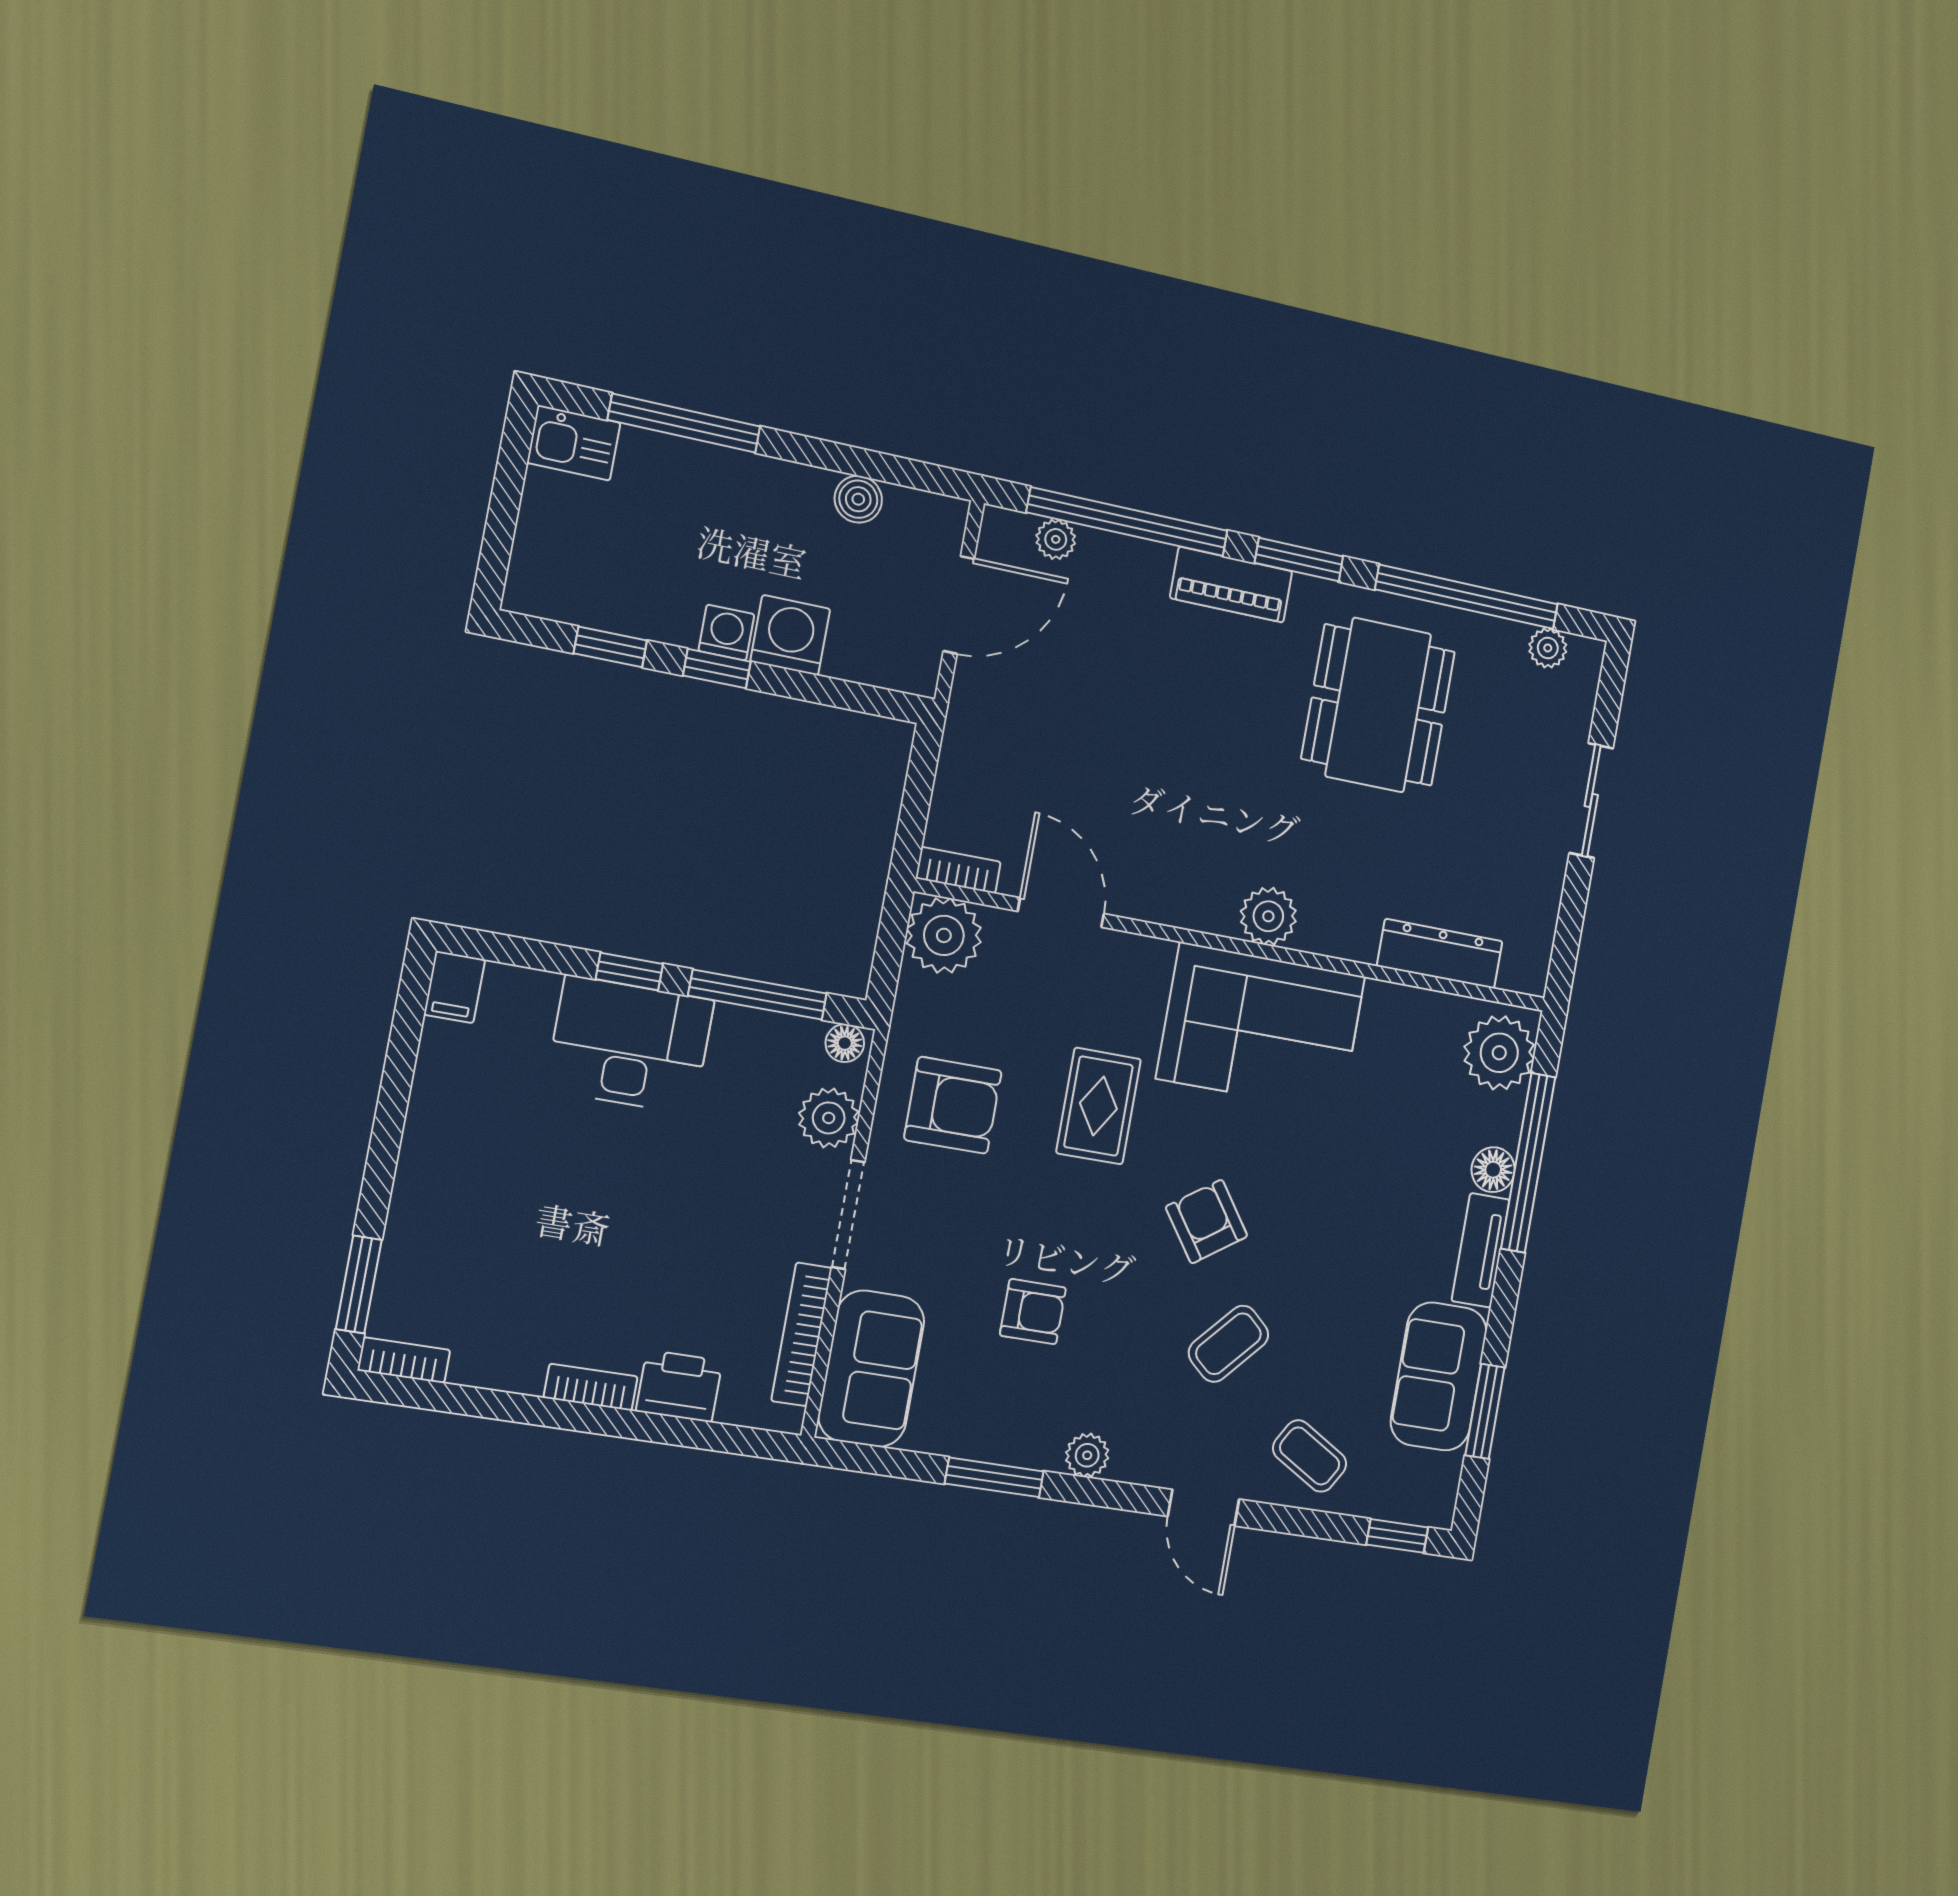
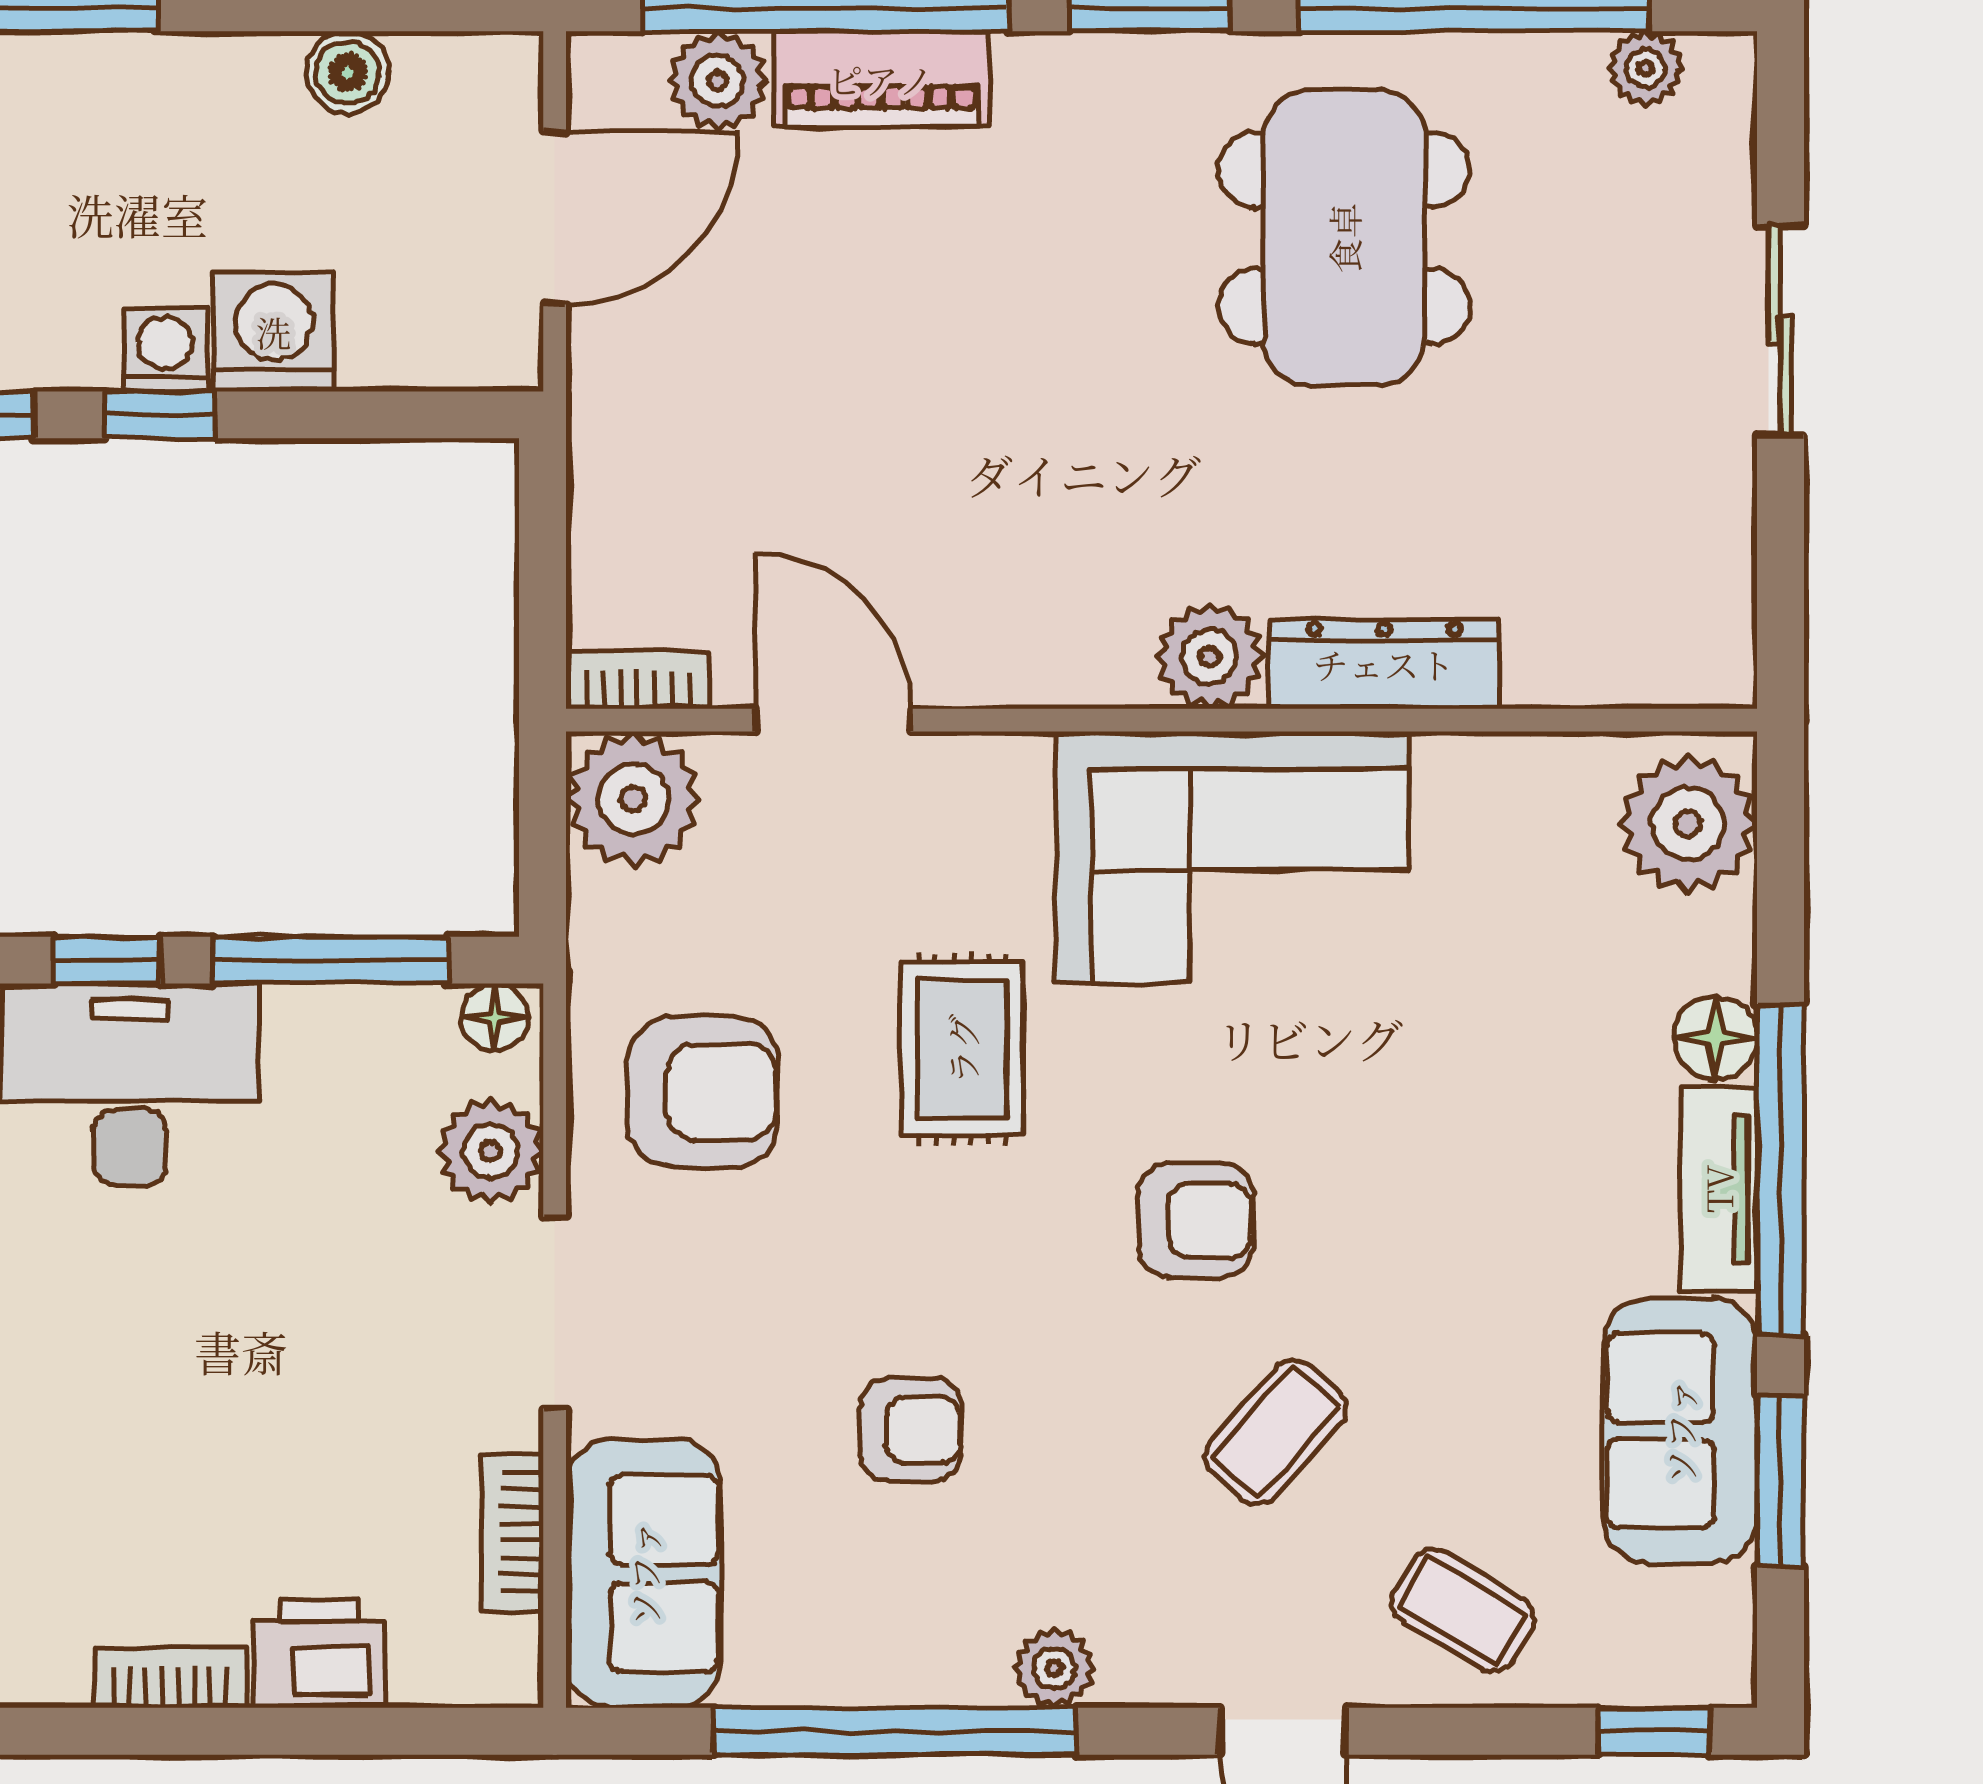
plant: (1056, 539) -> (718, 81), width x1.38, depth x1.38
piano: (1231, 585) -> (881, 79), moved
dresser: (1440, 954) -> (1384, 664), moved
window: (1528, 1163) -> (1780, 1169), moved
armchair: (1207, 1222) -> (1196, 1220), turned 125
bookcase: (802, 1334) -> (512, 1533), width x0.64
window: (994, 1477) -> (895, 1731), width x2.11

